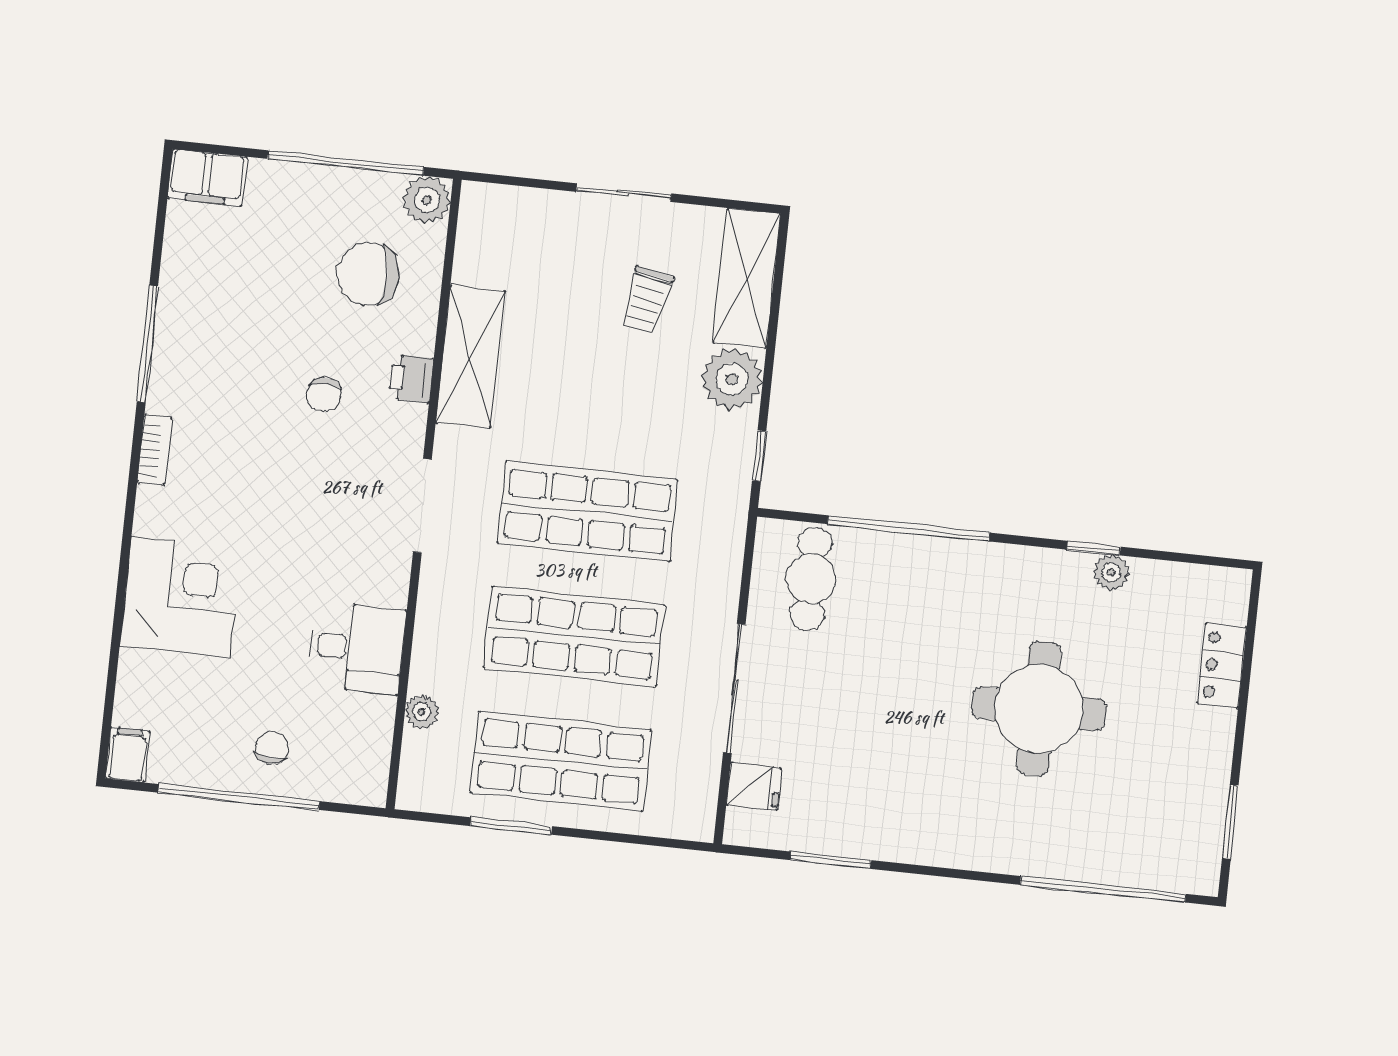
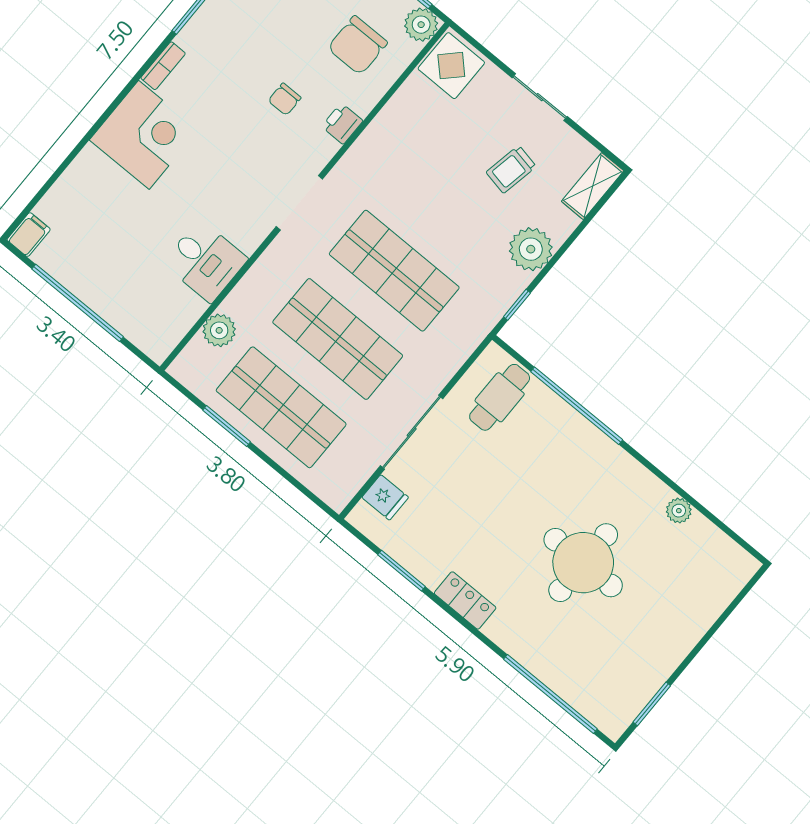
display table: (495, 225) -> (451, 66), added
chair: (368, 274) -> (357, 45), turned -90
shelving: (747, 278) -> (593, 186), width x0.67, depth x0.75
shelving: (470, 357) -> (385, 134), removed
window: (1094, 548) -> (678, 489), removed
corner desk: (180, 597) -> (144, 135), moved
locker: (1222, 665) -> (465, 600), moved, turned 90
plant: (422, 712) -> (219, 330), width x1.38, depth x1.38
chair: (272, 748) -> (116, 287), removed

